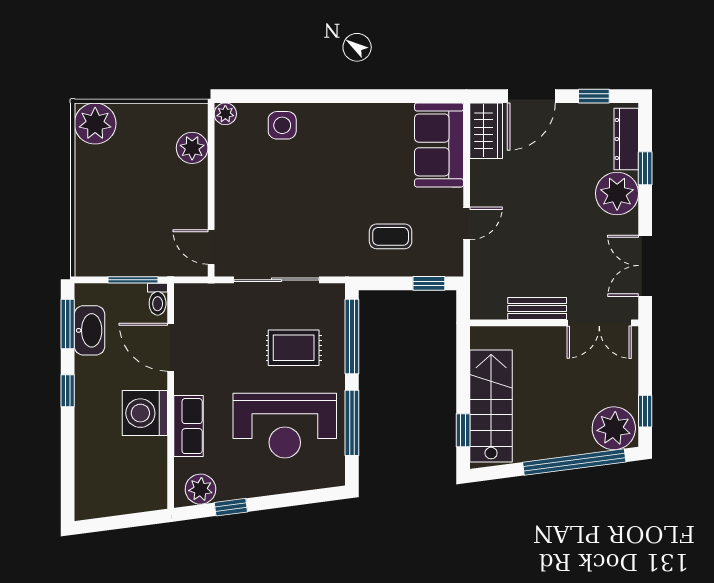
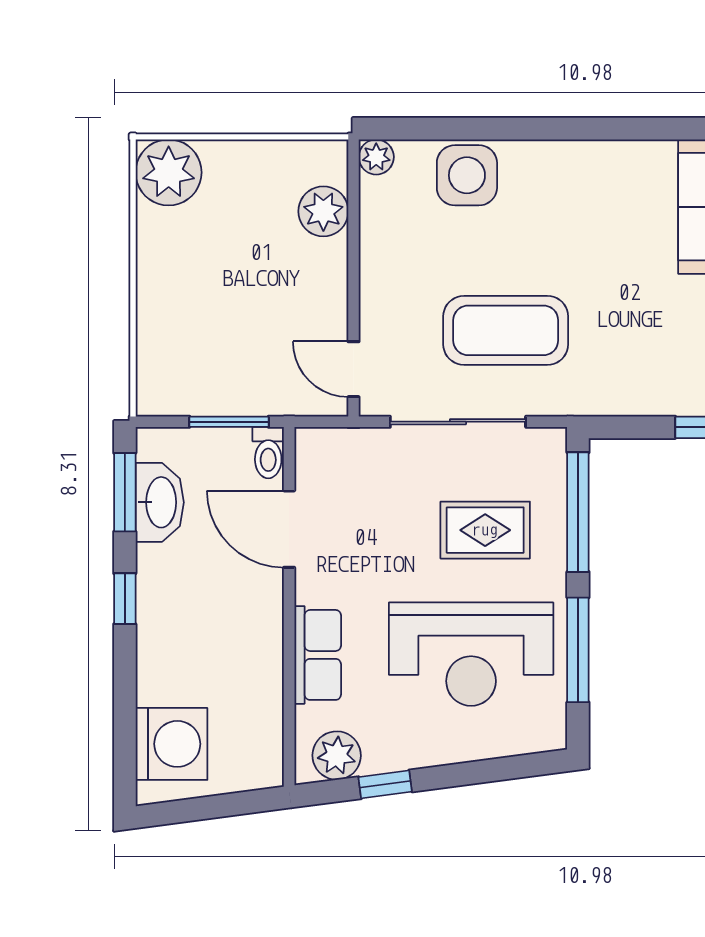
side table: (282, 125) -> (467, 175), width x1.37, depth x1.37
coffee table: (391, 236) -> (506, 330), moved, width x1.86, depth x1.72
washing machine: (145, 413) -> (171, 744), moved, turned 180

